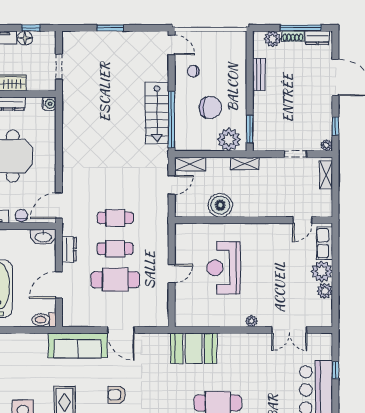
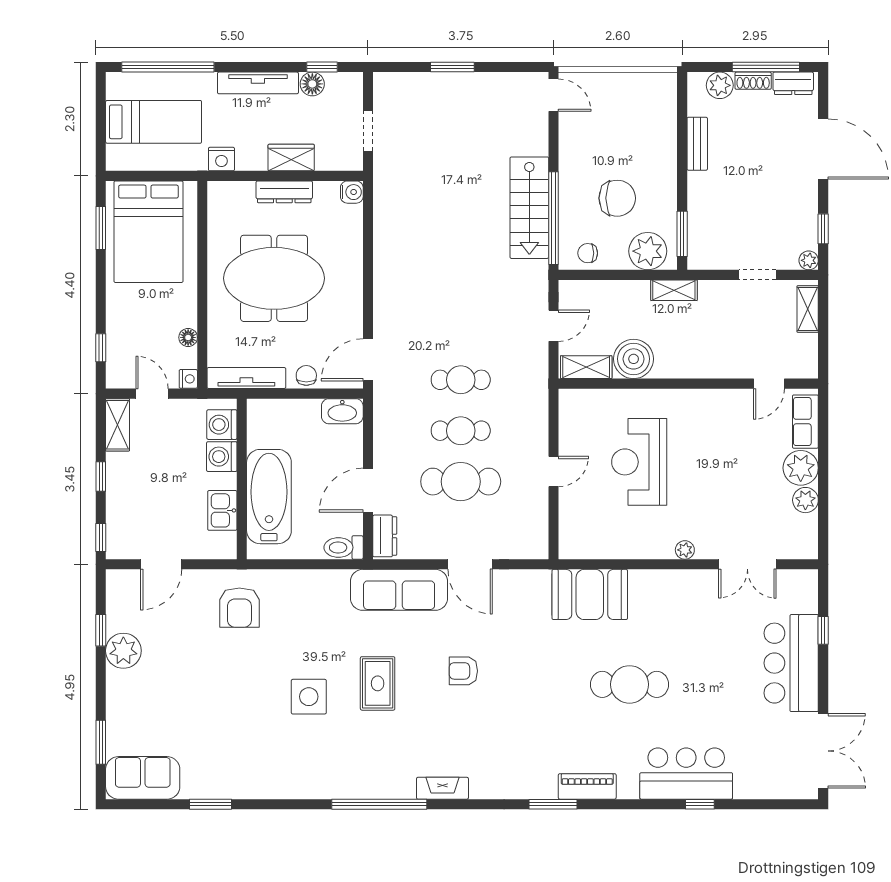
chair: (193, 71) -> (588, 253), moved
shelving: (190, 164) -> (586, 367), moved
dresser: (69, 249) -> (385, 536), moved

